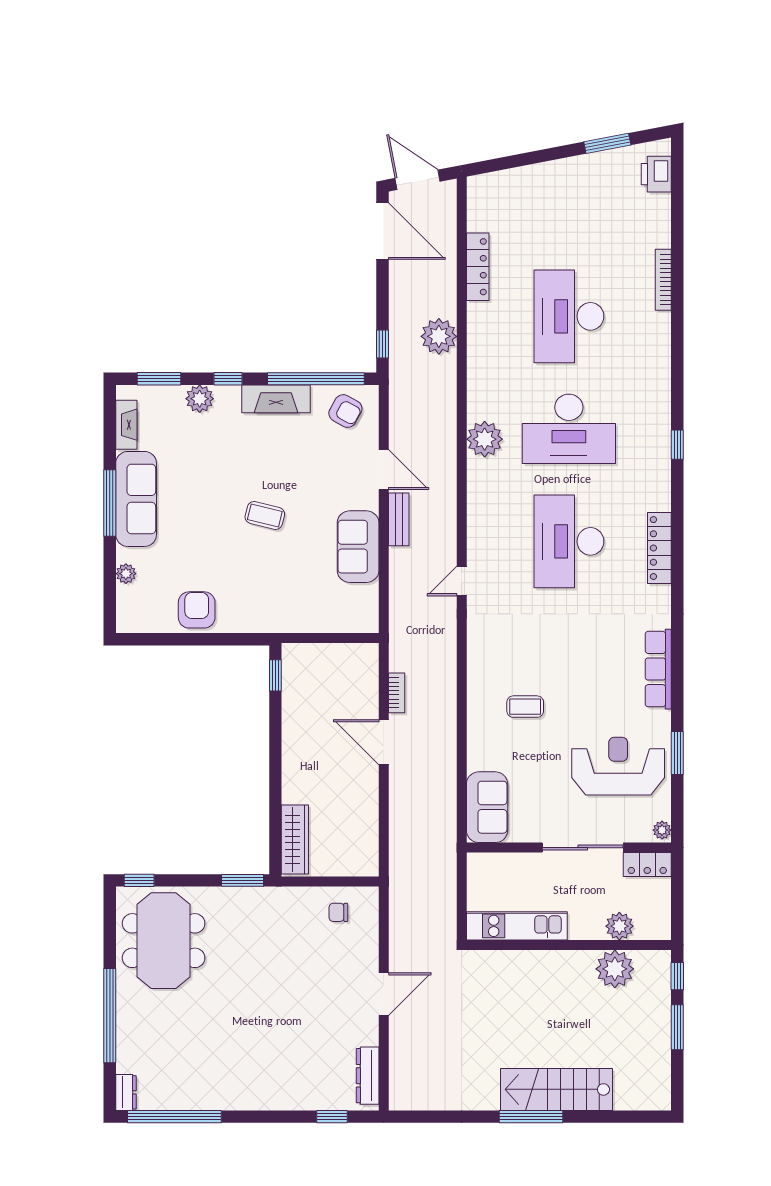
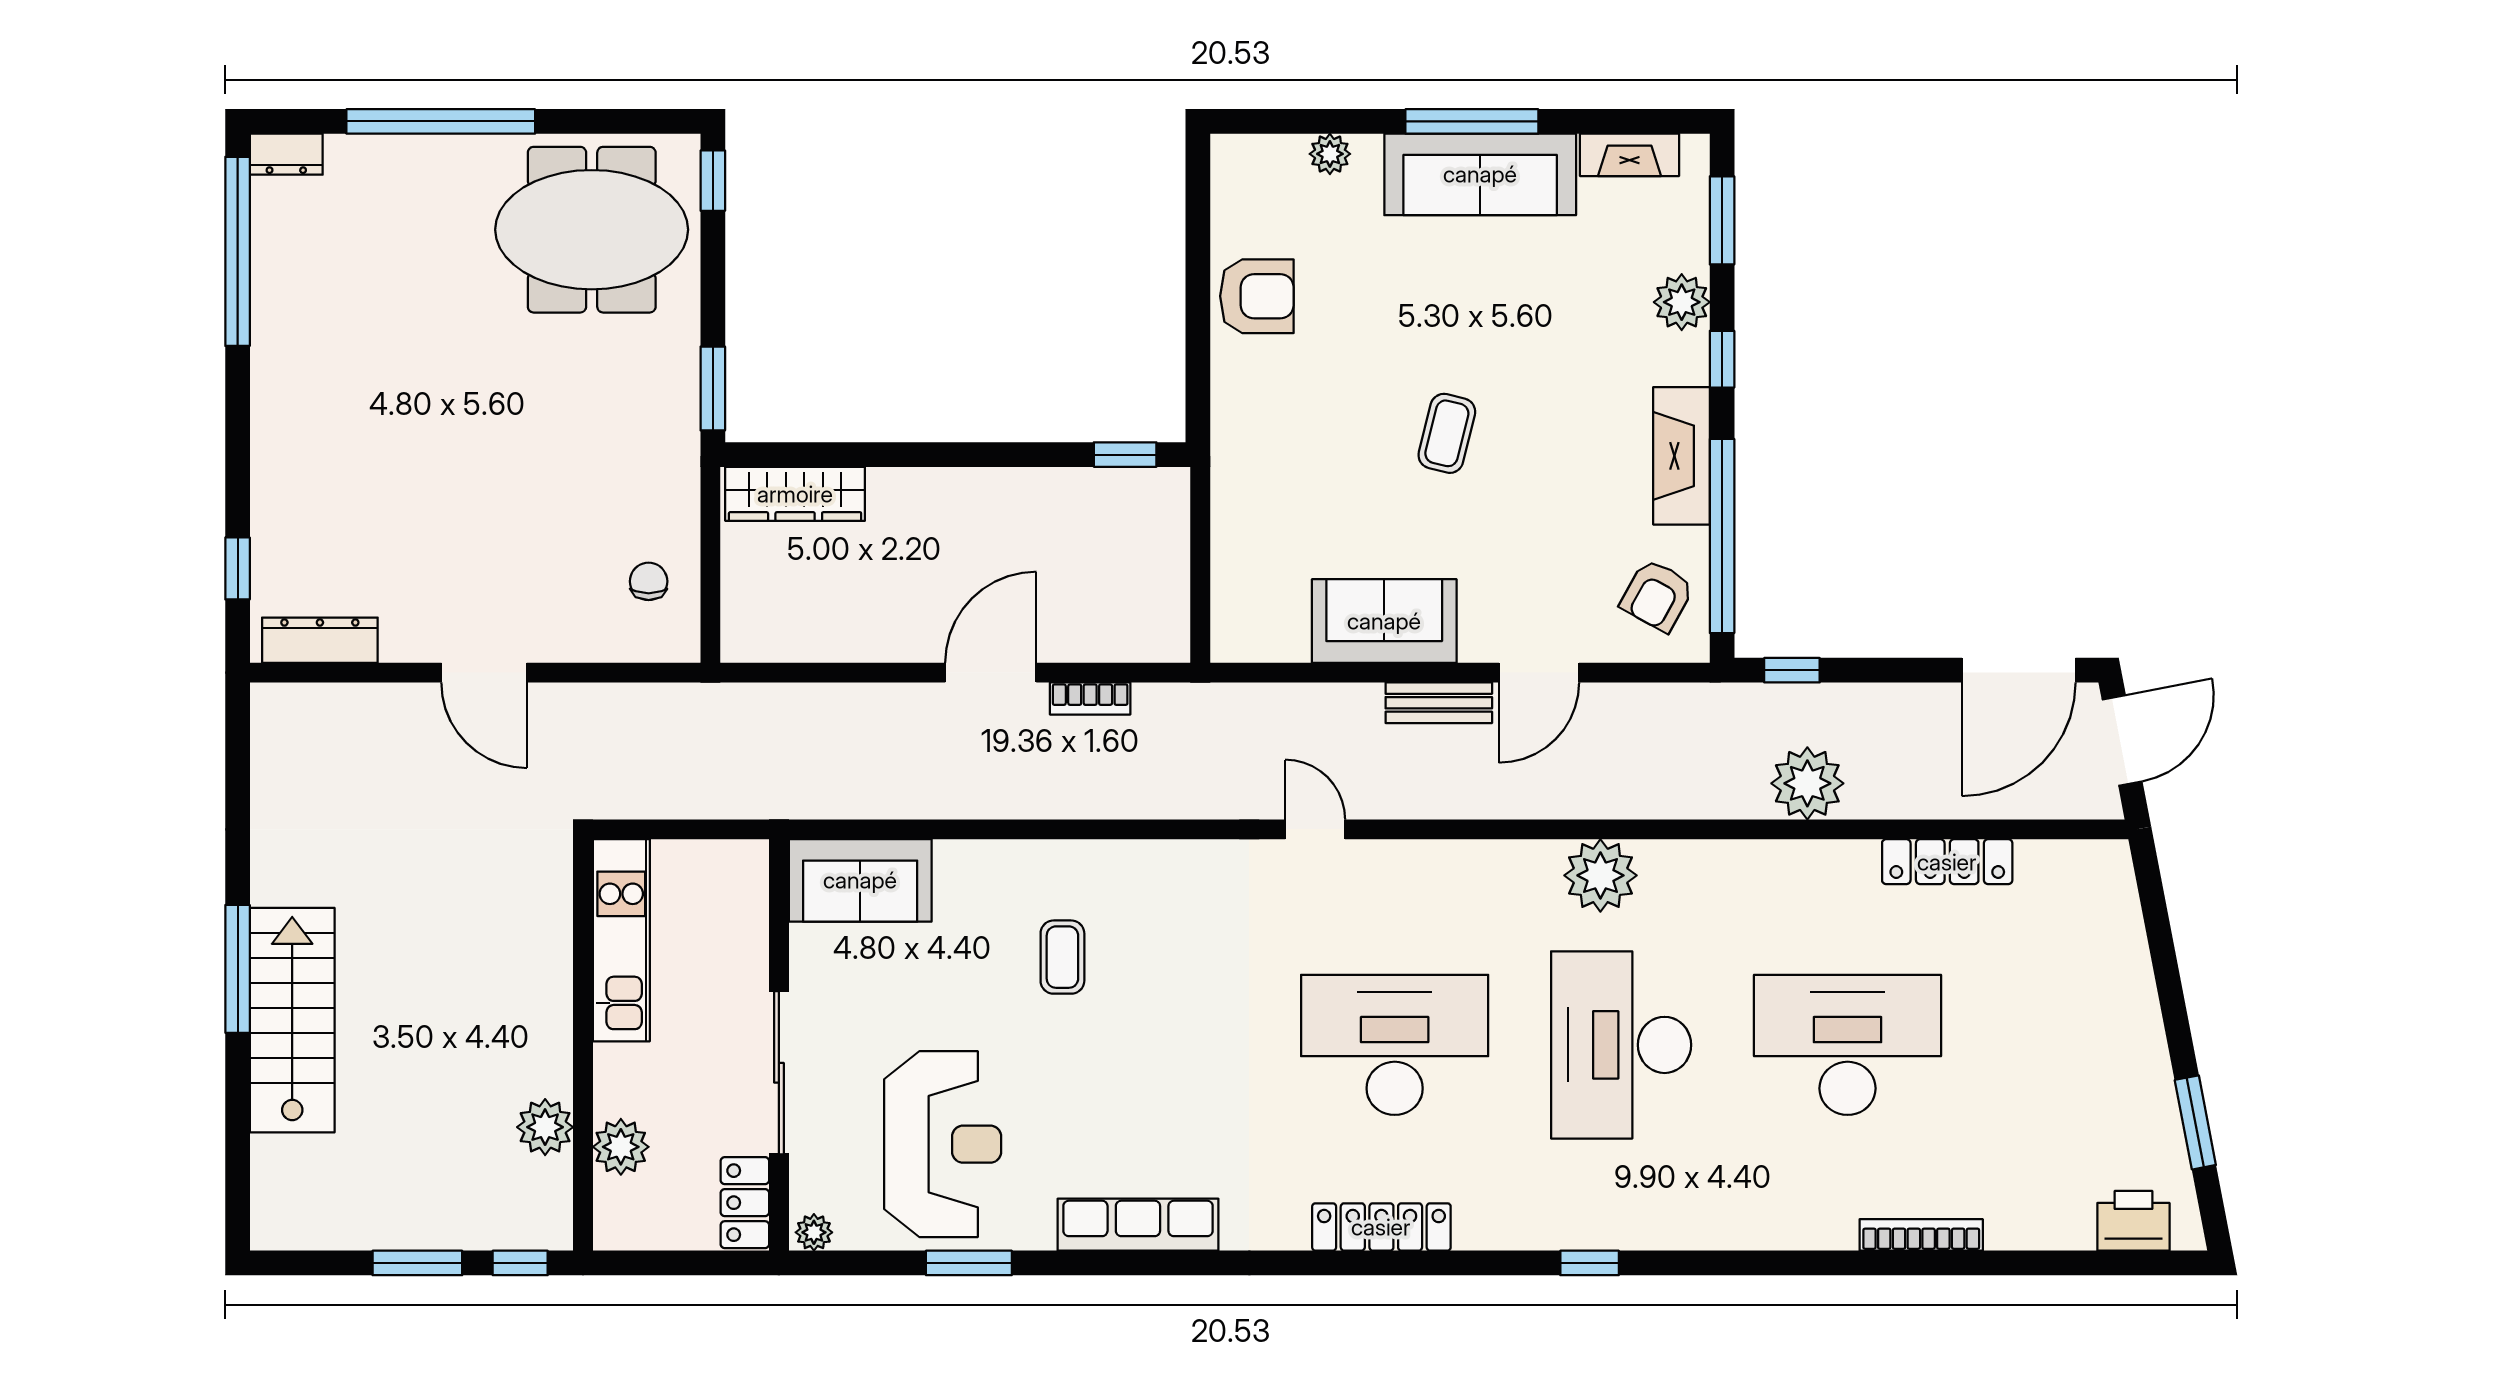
plant: (615, 969) -> (545, 1127), width x0.73, depth x0.73

